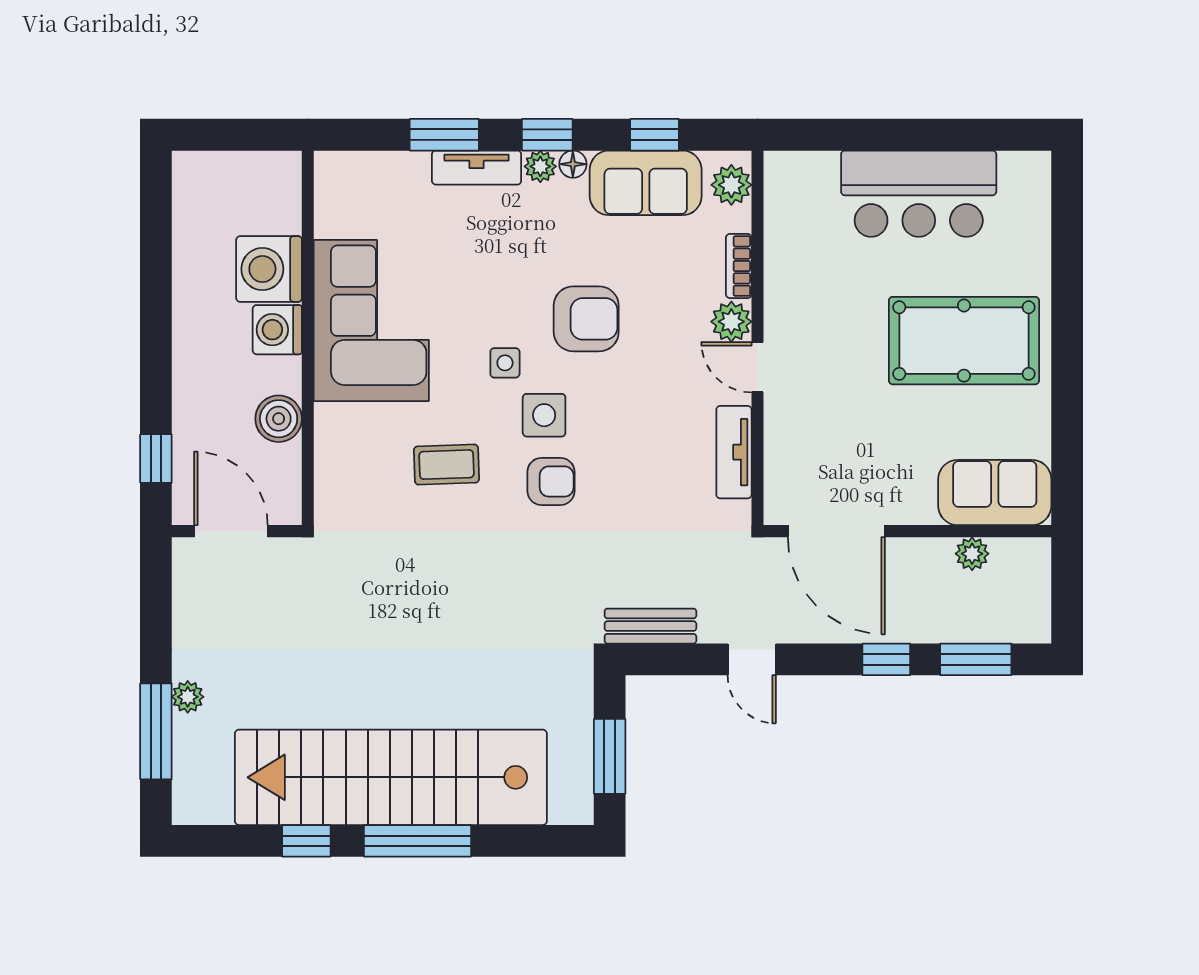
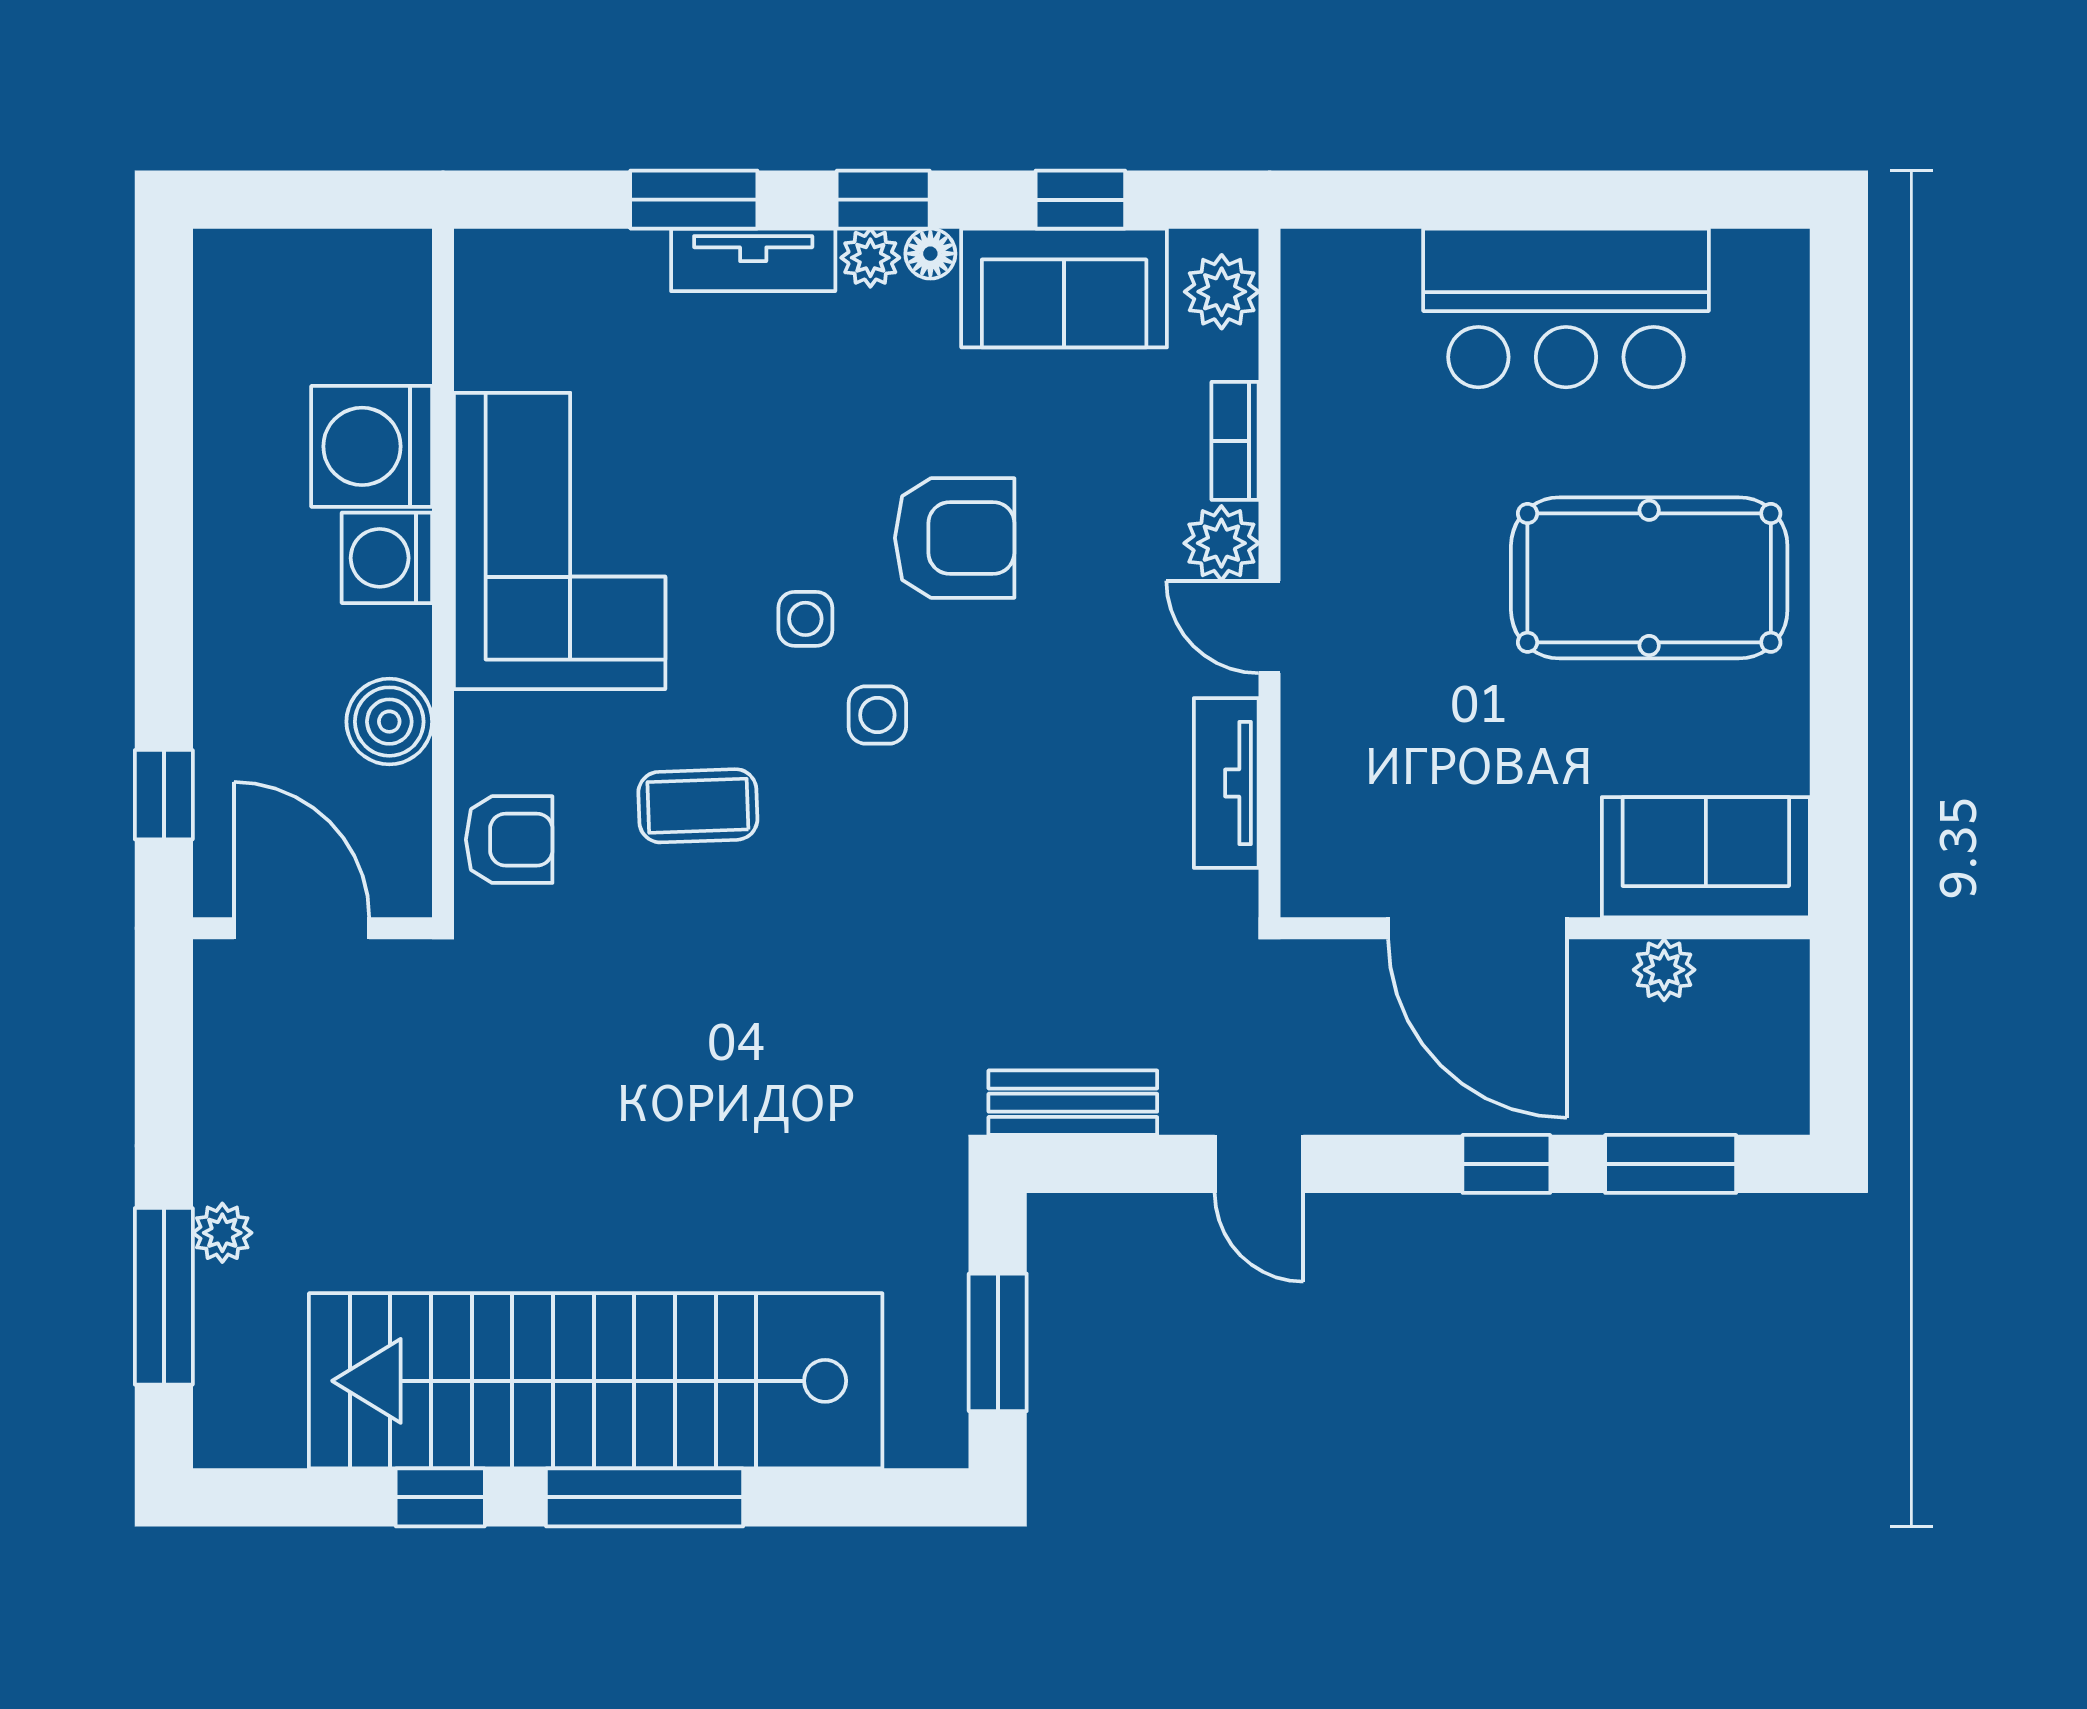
side table: (544, 415) -> (877, 715), width x0.73, depth x0.73
armchair: (551, 481) -> (509, 840), moved
door: (836, 531) -> (1478, 928), moved

